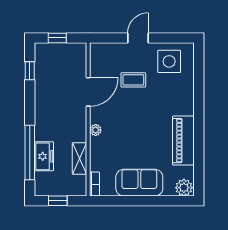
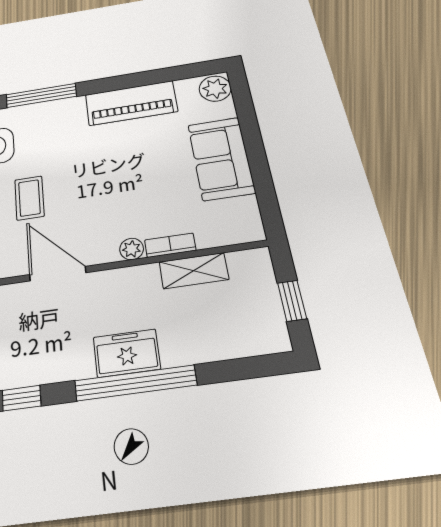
window: (199, 90) -> (41, 95), added
window: (30, 153) -> (135, 383), moved
freezer: (44, 156) -> (127, 353), moved
bookcase: (95, 184) -> (170, 245), moved

